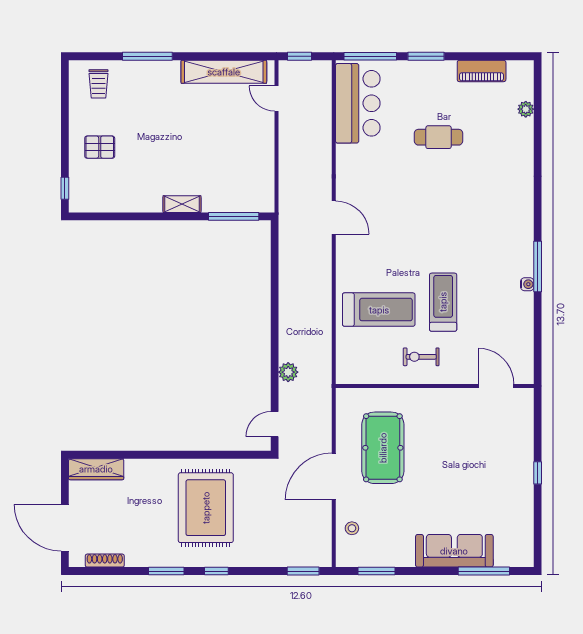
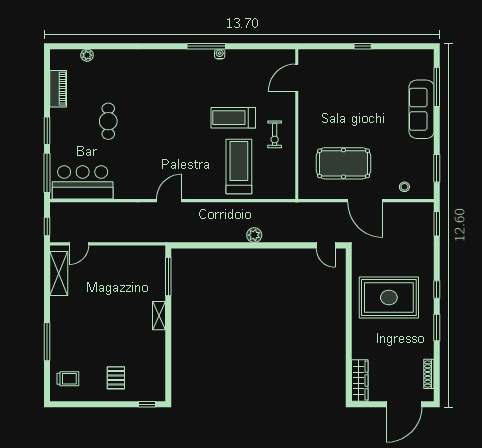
shelving: (224, 72) -> (59, 274), width x0.68
plant: (288, 372) -> (254, 235), moved

